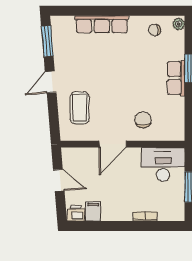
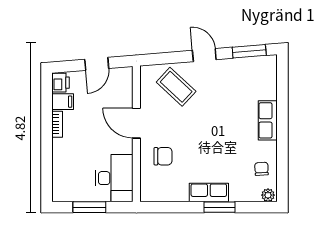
row of seats: (102, 24) -> (268, 120), width x0.68
coffee table: (80, 108) -> (176, 87), turned 43
bookcase: (145, 216) -> (57, 124), moved

